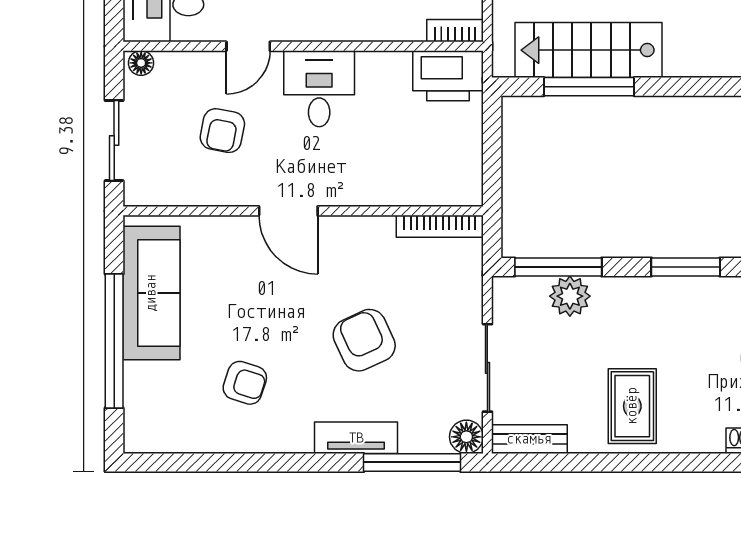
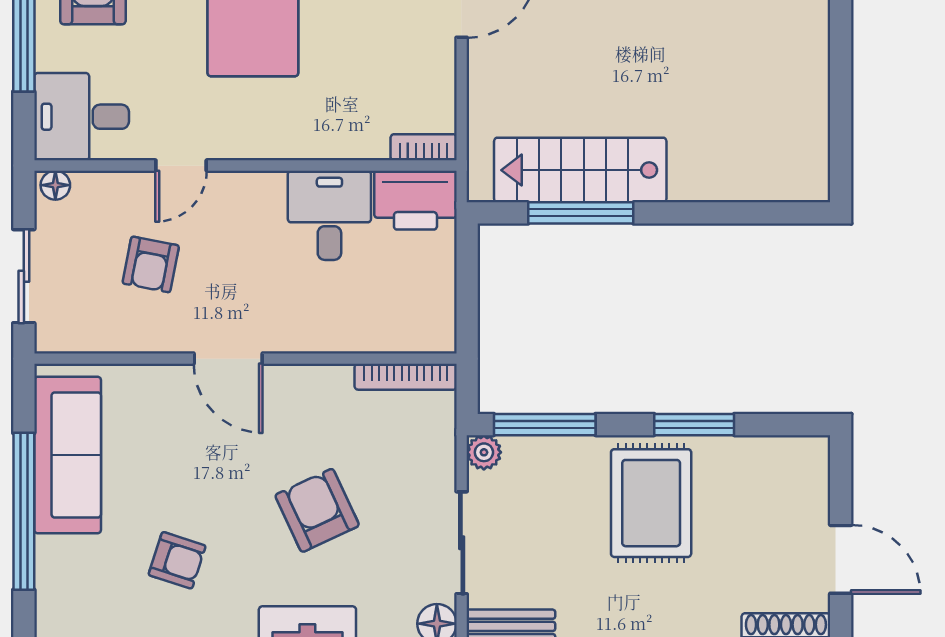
desk: (319, 89) -> (329, 215), moved
plant: (570, 296) -> (484, 452), moved, width x0.73, depth x0.73
rug: (632, 406) -> (651, 503), moved, width x1.36, depth x1.43

